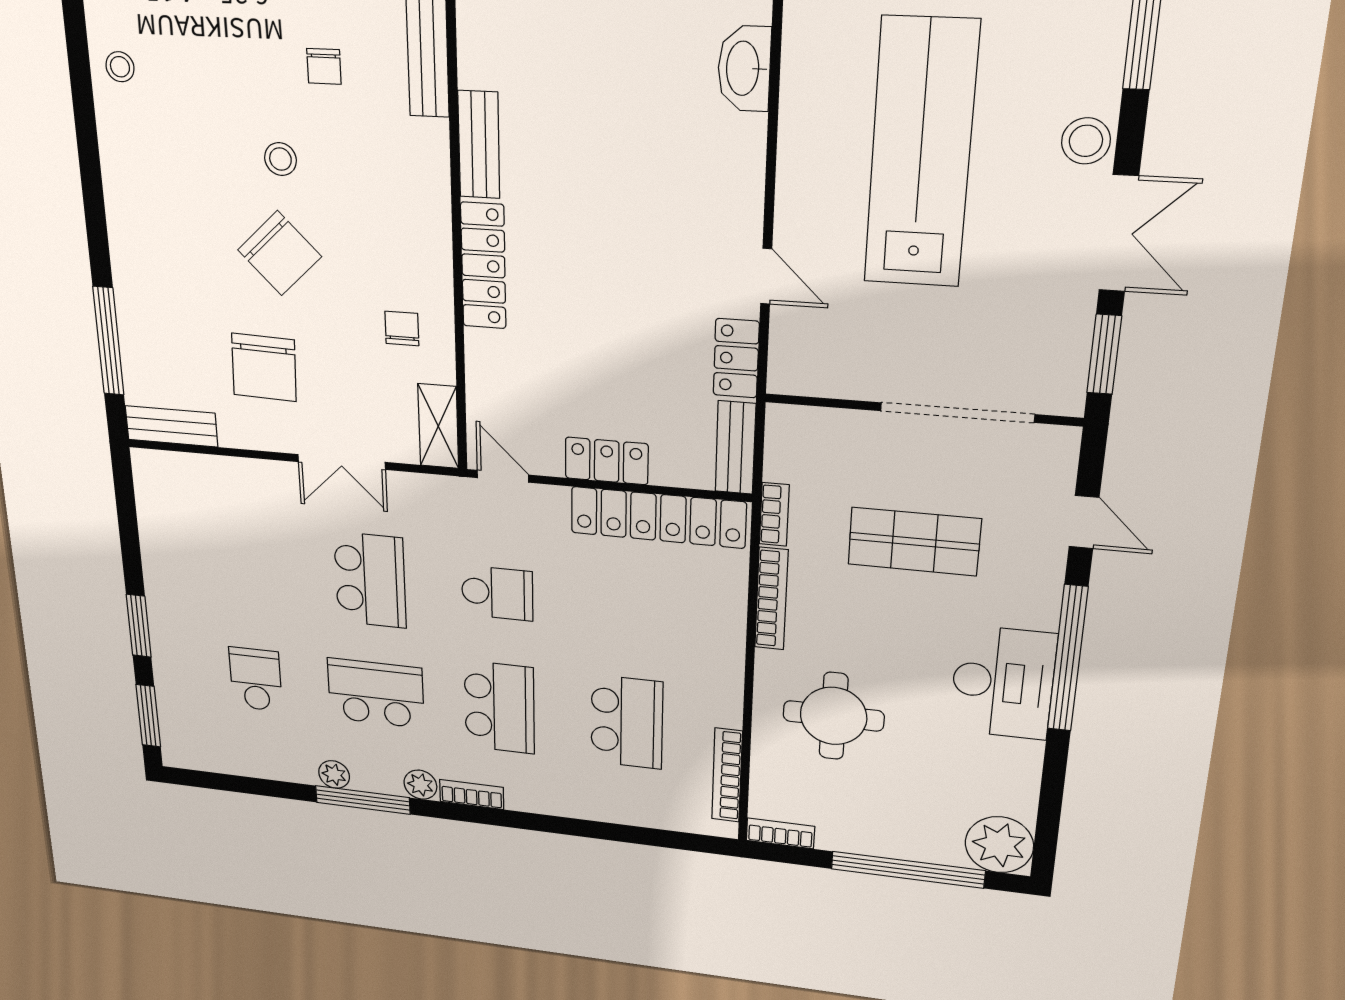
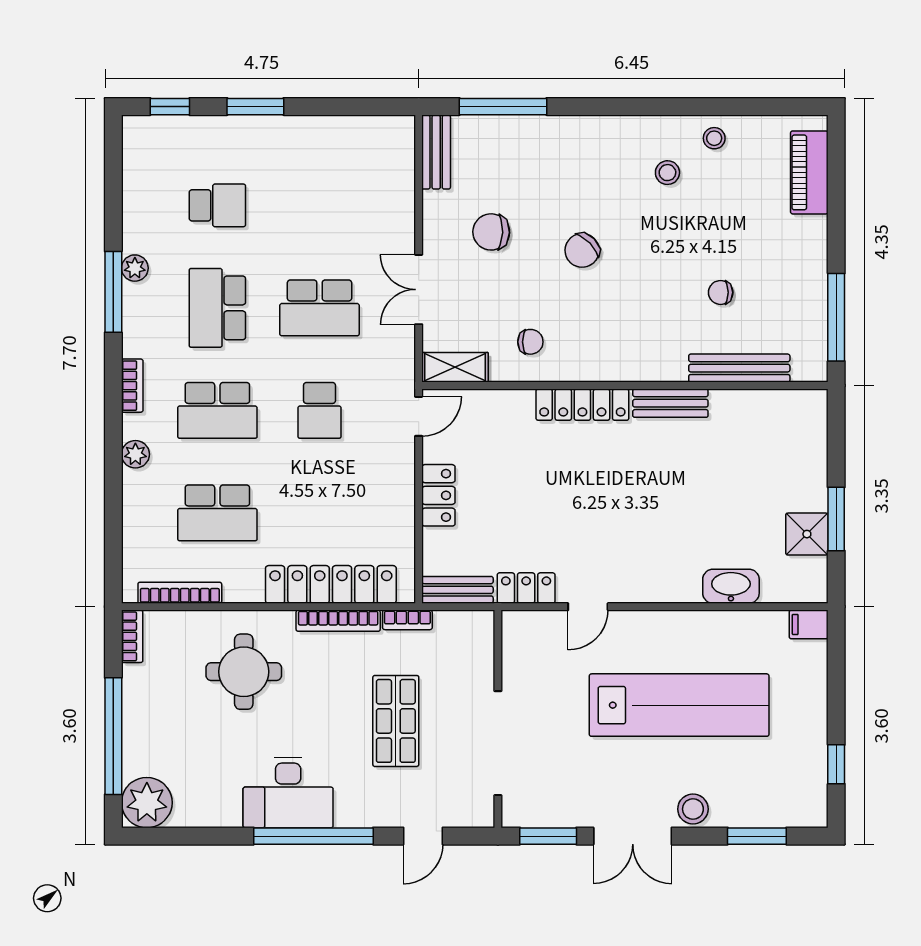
stool: (280, 159) -> (667, 173), moved
chair: (280, 253) -> (582, 250), width x0.73, depth x0.73
chair: (264, 367) -> (491, 232), width x0.73, depth x0.73
locker: (658, 517) -> (331, 584), moved, turned 90
school desk: (376, 693) -> (217, 308), turned 180
window: (148, 716) -> (170, 107), width x0.67
plant: (420, 785) -> (135, 454), moved

